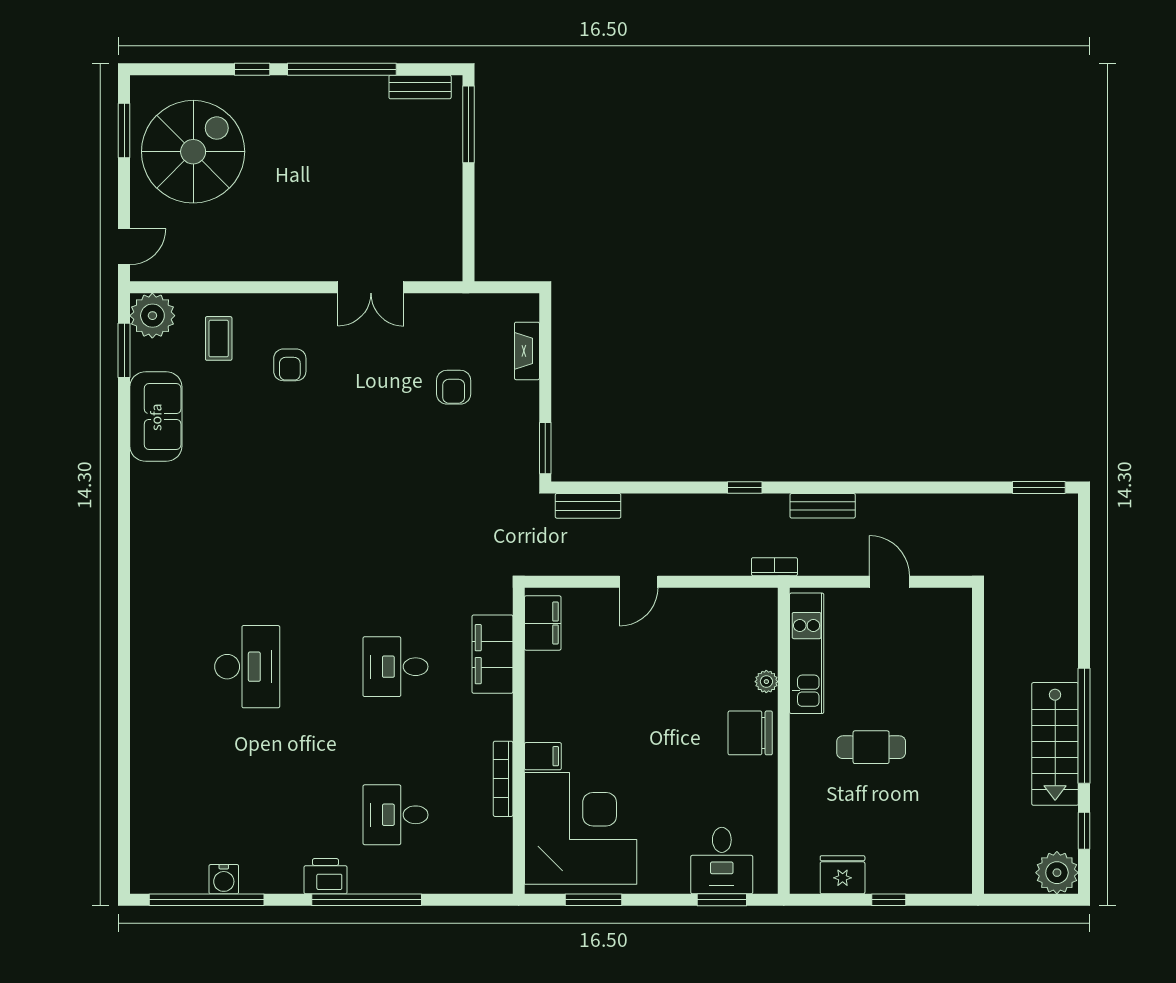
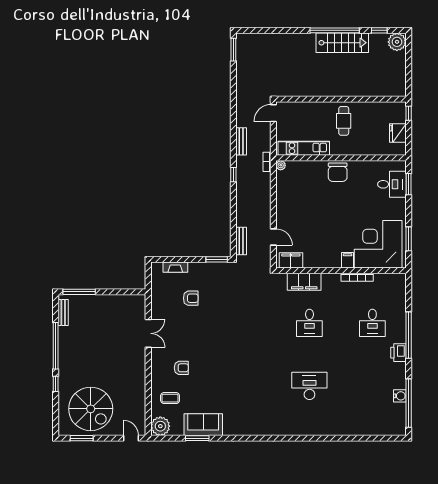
spiral stairs: (193, 152) -> (91, 409), turned 180
window: (124, 350) -> (197, 438), moved
door: (639, 582) -> (273, 237), moved
plant: (766, 682) -> (281, 165), moved
wall: (978, 741) -> (341, 99), moved

